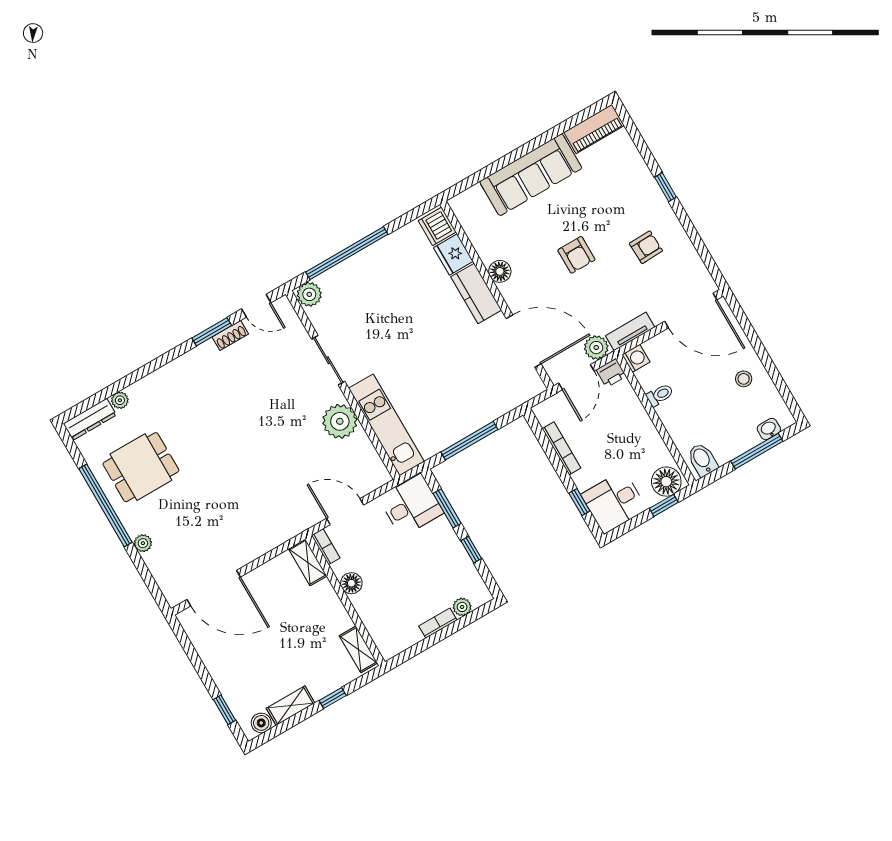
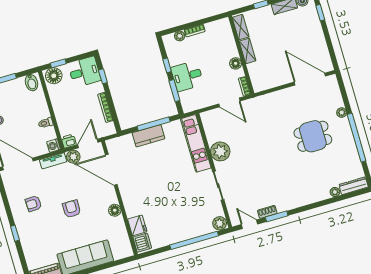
kitchen counter: (476, 293) -> (148, 136), moved, turned 90
dining table: (141, 467) -> (313, 136), moved
desk: (411, 505) -> (187, 76), moved
shelving: (308, 562) -> (248, 51), moved

